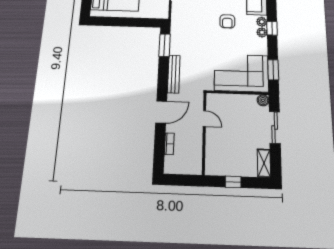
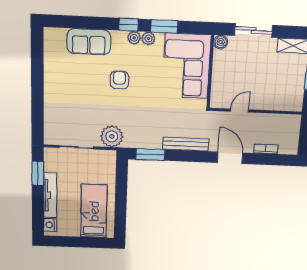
plant: (180, 15) -> (112, 136), added
armchair: (227, 21) -> (119, 80), turned -90
plant: (262, 22) -> (148, 38), moved
window: (273, 70) -> (164, 26), moved

